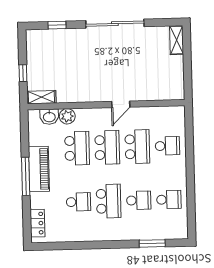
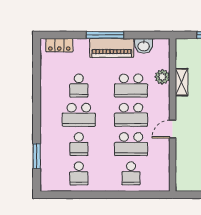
shelving: (41, 97) -> (182, 82), moved
door: (121, 104) -> (173, 129), hinge flipped
washbasin: (49, 117) -> (144, 46), moved, turned -90

